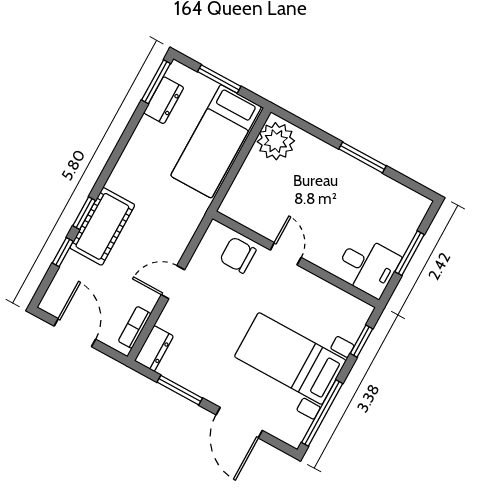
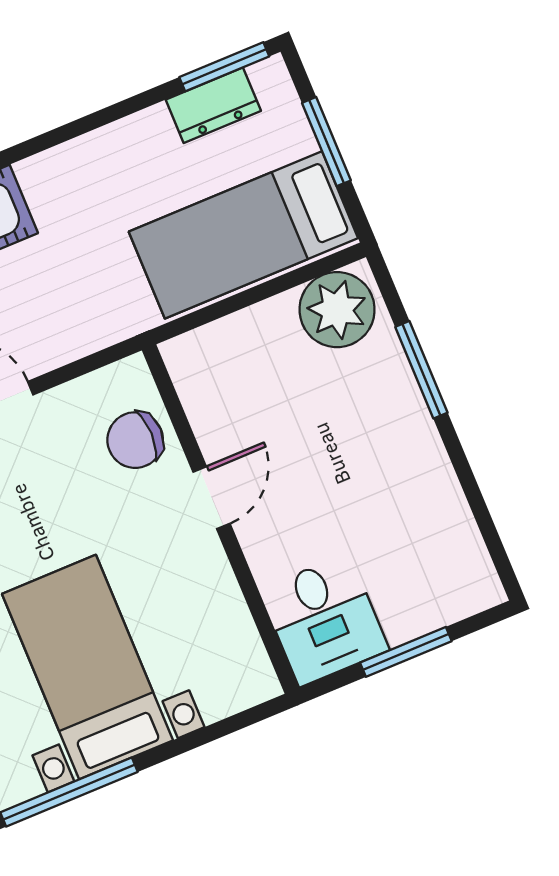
window: (363, 157) -> (421, 370), moved
chair: (238, 255) -> (135, 440), turned -90
window: (361, 341) -> (220, 729), removed

